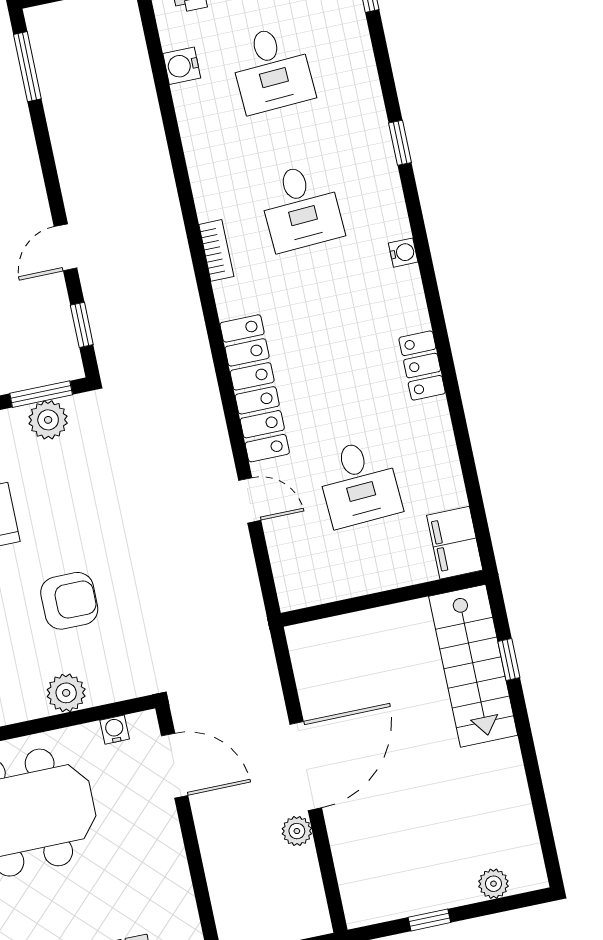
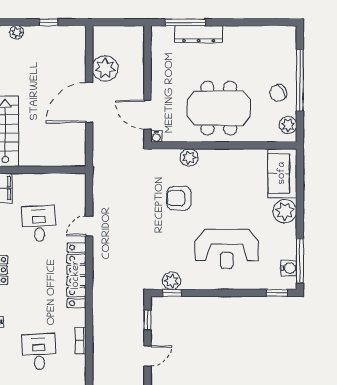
window: (41, 394) -> (172, 293), width x0.67
door: (250, 500) -> (89, 226), hinge flipped
water cooler: (115, 730) -> (156, 137), moved
plant: (297, 831) -> (105, 68), width x1.88, depth x1.88

